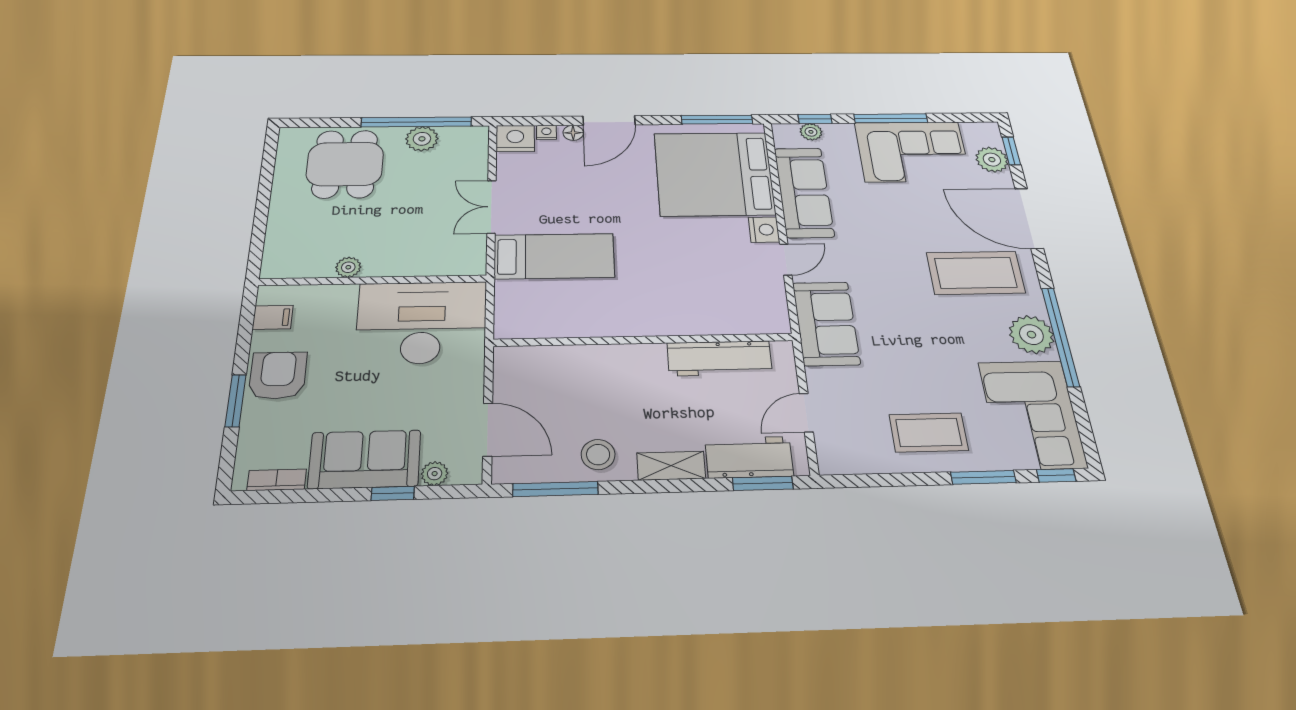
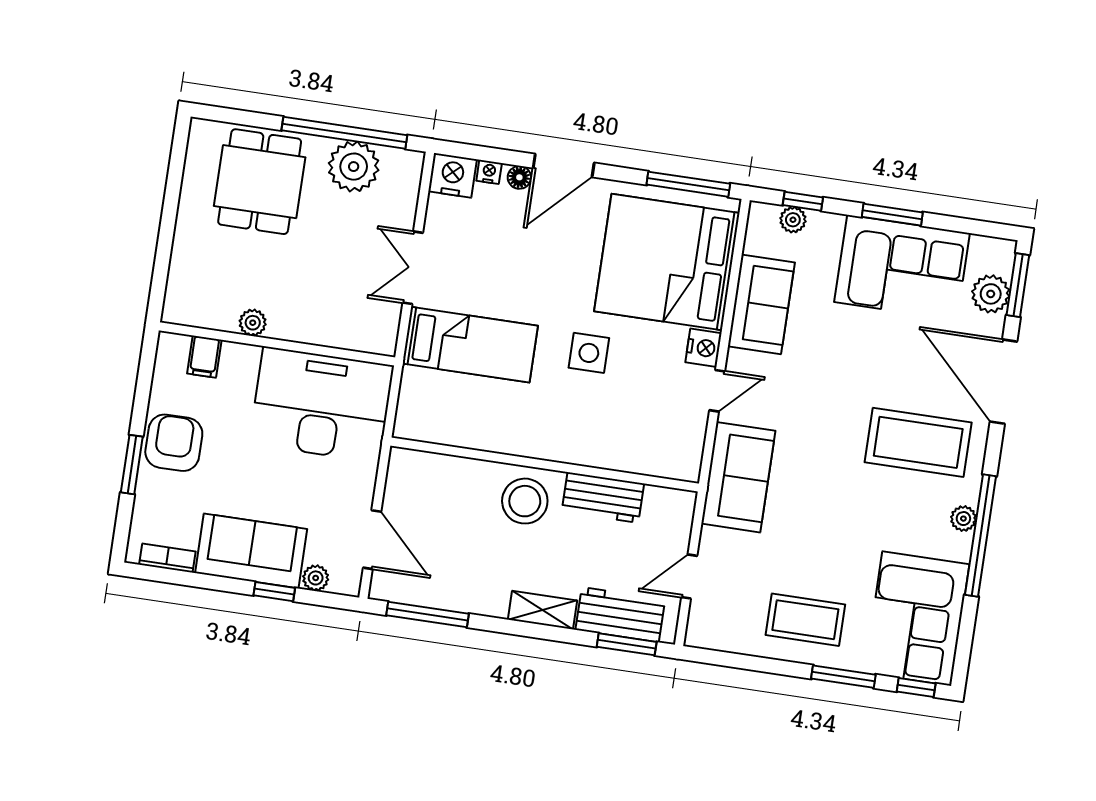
window: (891, 118) -> (892, 215), width x0.69
plant: (422, 139) -> (354, 167), width x1.36, depth x1.36
window: (1011, 151) -> (1018, 285), width x1.50
sofa: (804, 192) -> (761, 304), width x0.73
side table: (663, 247) -> (589, 353), added
filing cabinet: (273, 317) -> (204, 357), moved, turned 90
plant: (1031, 335) -> (963, 519), width x0.53, depth x0.53
workbench: (720, 358) -> (603, 498), width x0.73
stool: (598, 455) -> (525, 501), moved, width x1.38, depth x1.38

